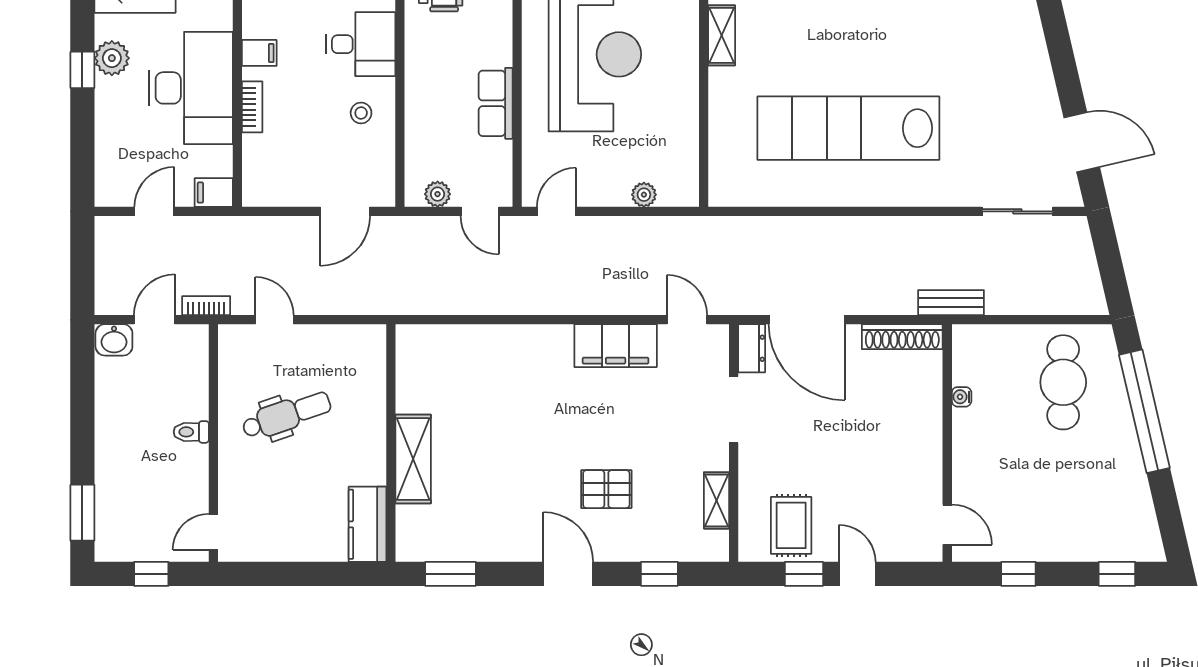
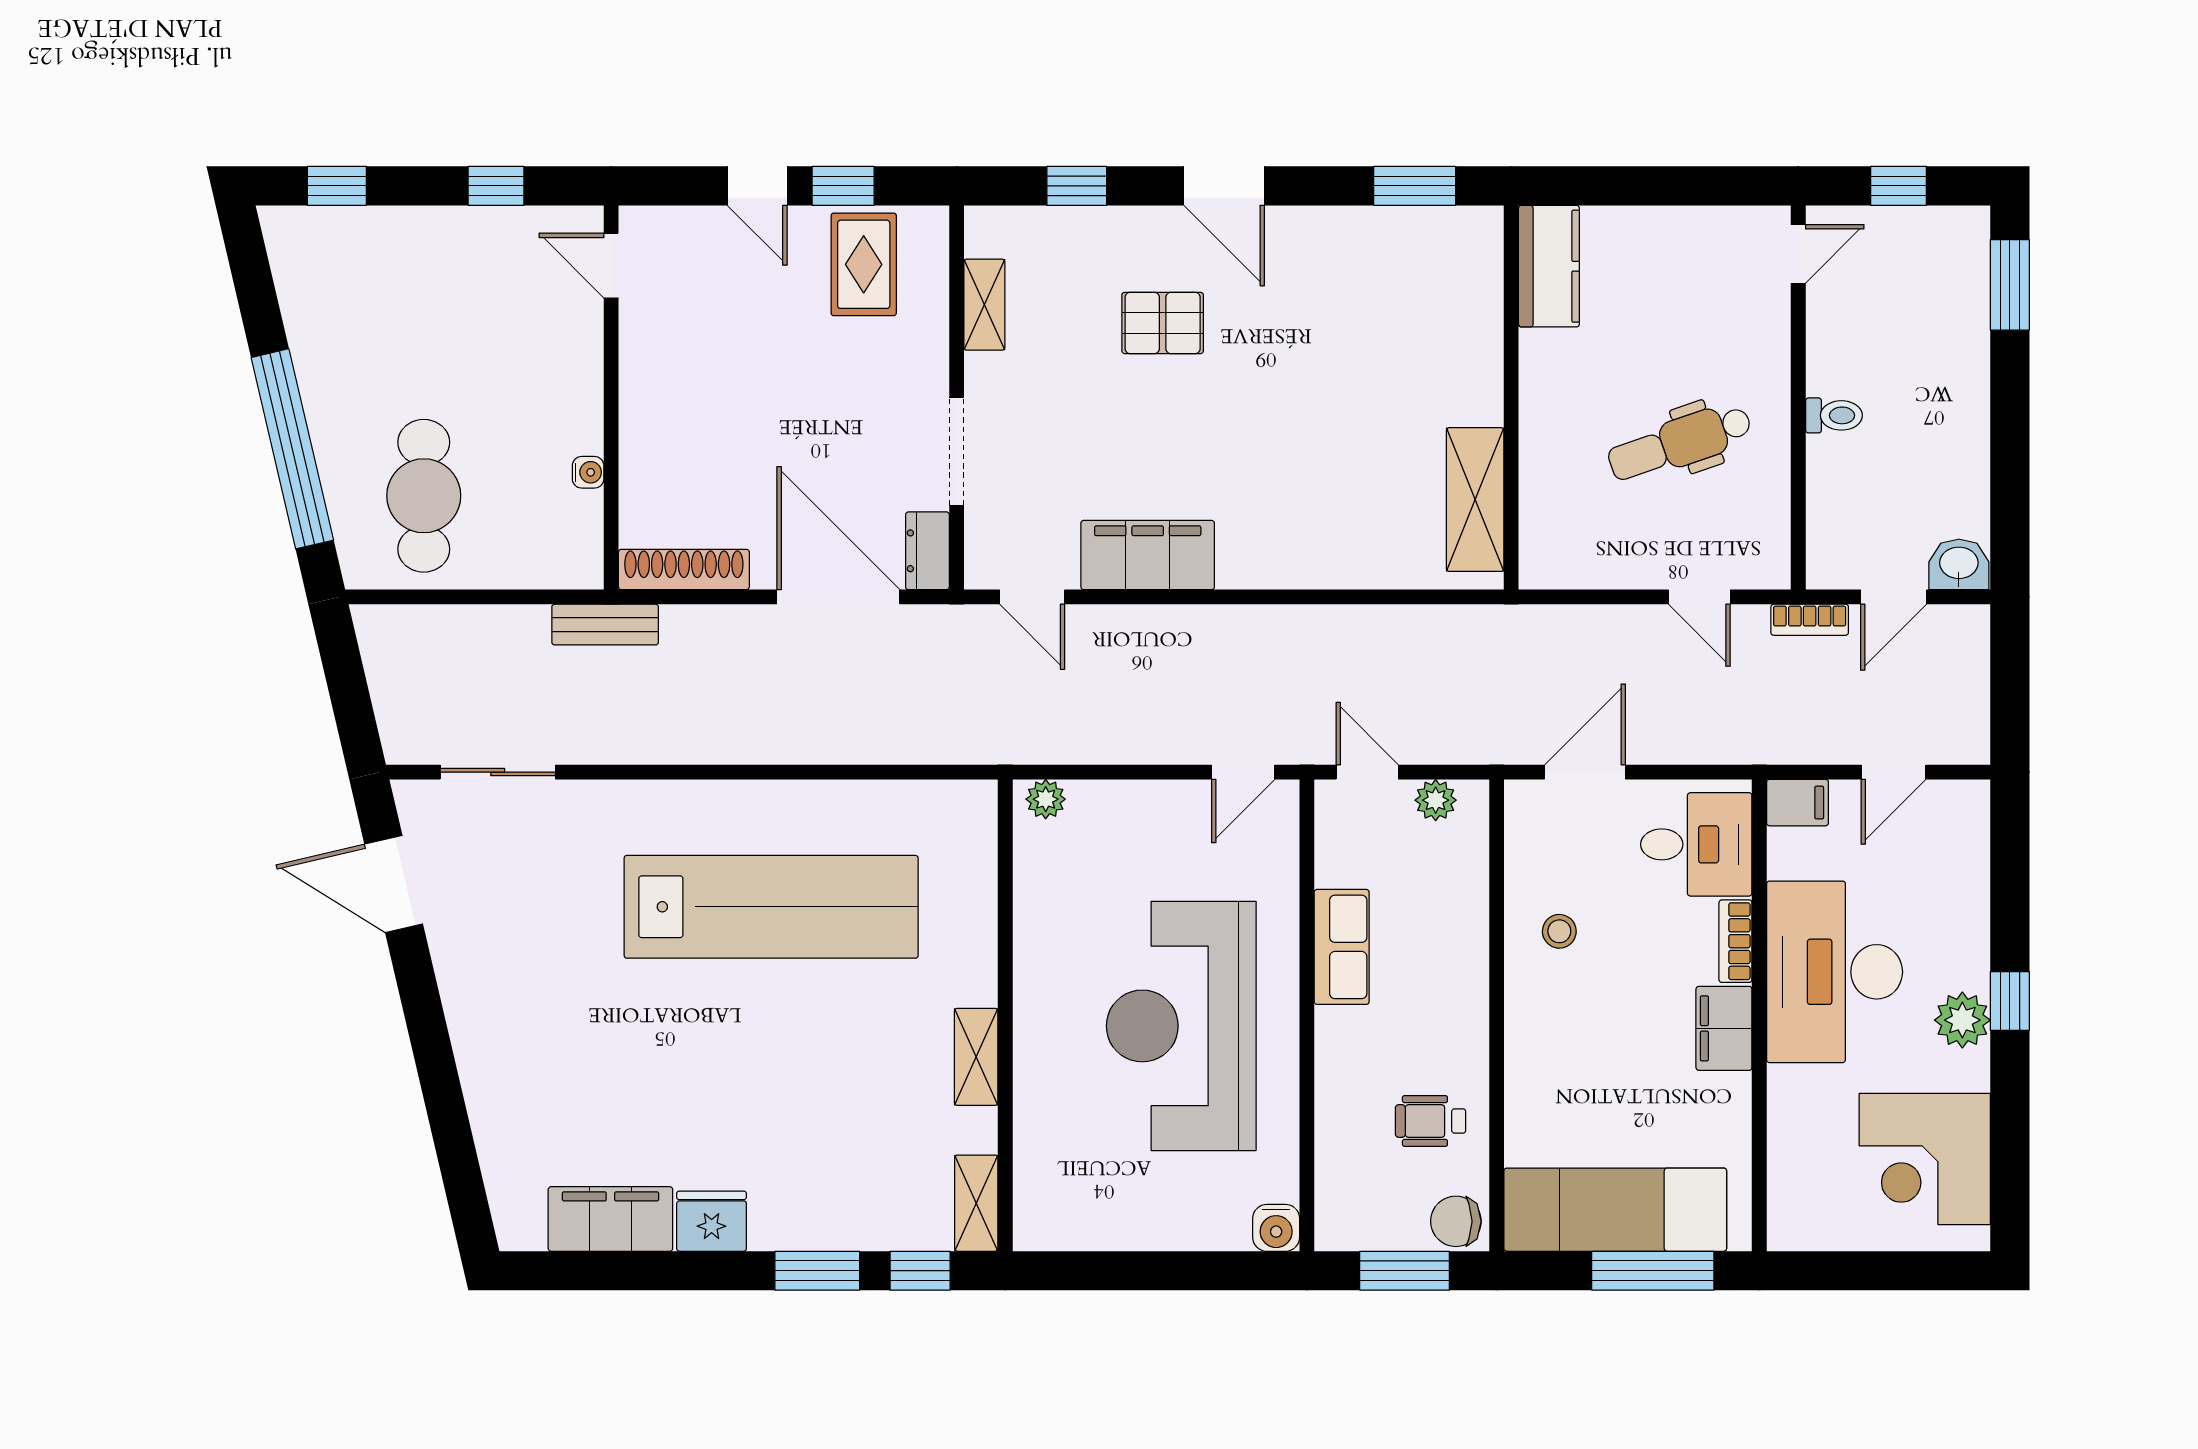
desk: (361, 44) -> (1696, 844), moved, turned 180
filing cabinet: (259, 53) -> (1724, 1028), width x2.00
plant: (644, 195) -> (1046, 799), moved
shelving: (413, 459) -> (1475, 500), moved

